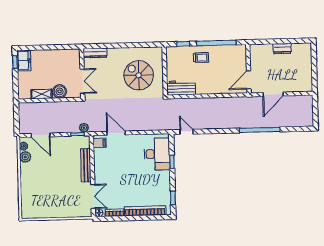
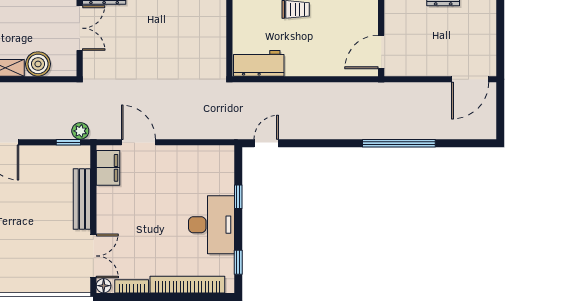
spiral stairs: (139, 75) -> (182, 39), removed
double door: (82, 81) -> (80, 28), moved
door: (273, 94) -> (470, 79), moved
door: (187, 132) -> (266, 143), hinge flipped
filing cabinet: (100, 143) -> (108, 168), width x2.00
desk: (157, 154) -> (211, 225), moved

